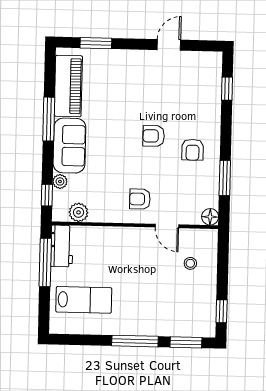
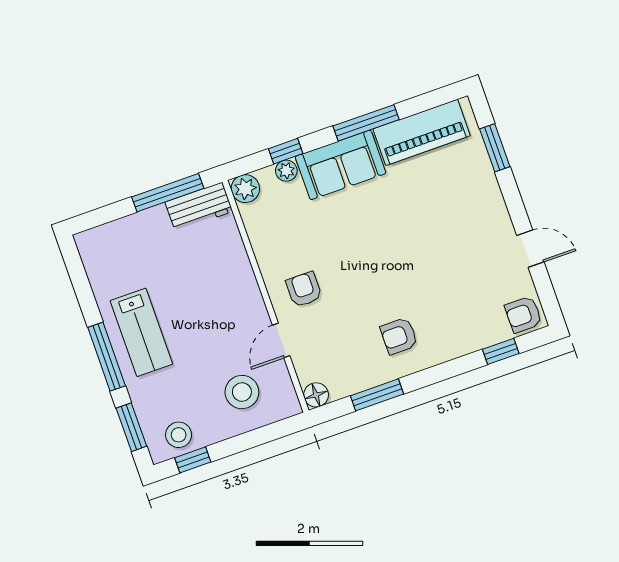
armchair: (154, 136) -> (523, 314), moved, turned -90
window: (47, 195) -> (286, 151), moved
plant: (79, 212) -> (245, 189), moved
stool: (190, 263) -> (242, 392), width x1.89, depth x1.89
lab bench: (84, 300) -> (141, 332), moved
stool: (202, 314) -> (179, 435), added

